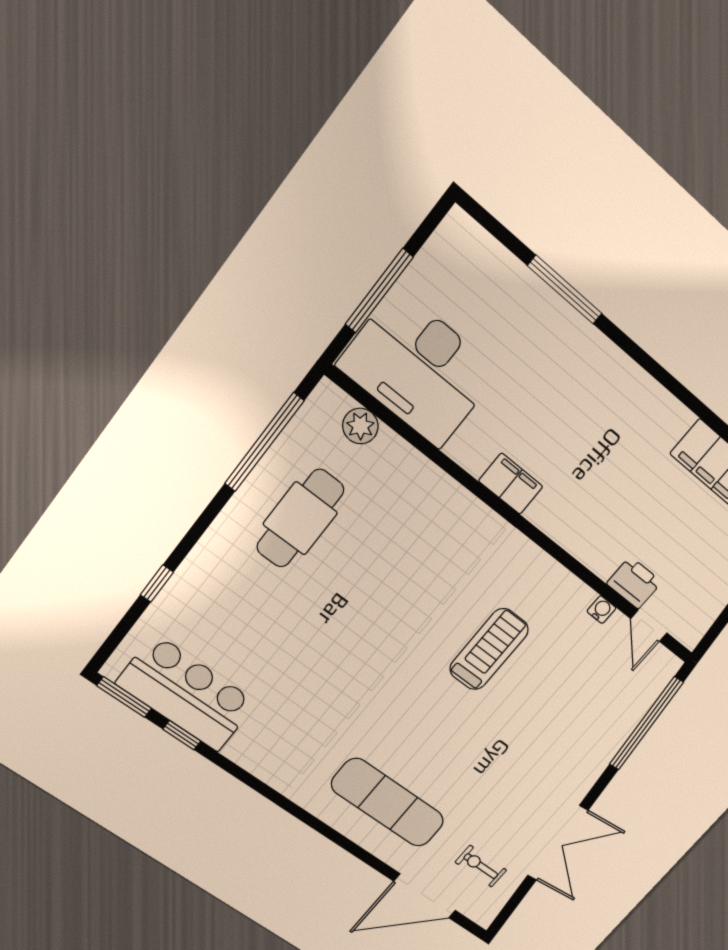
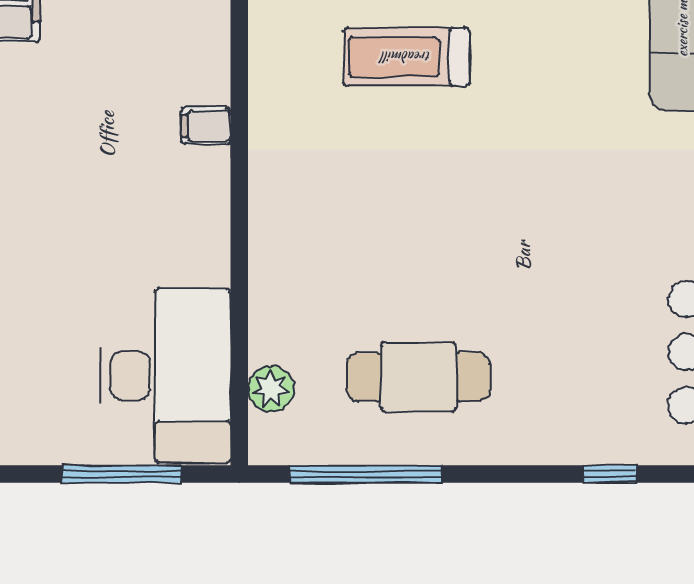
filing cabinet: (511, 484) -> (206, 126), moved, width x0.50

